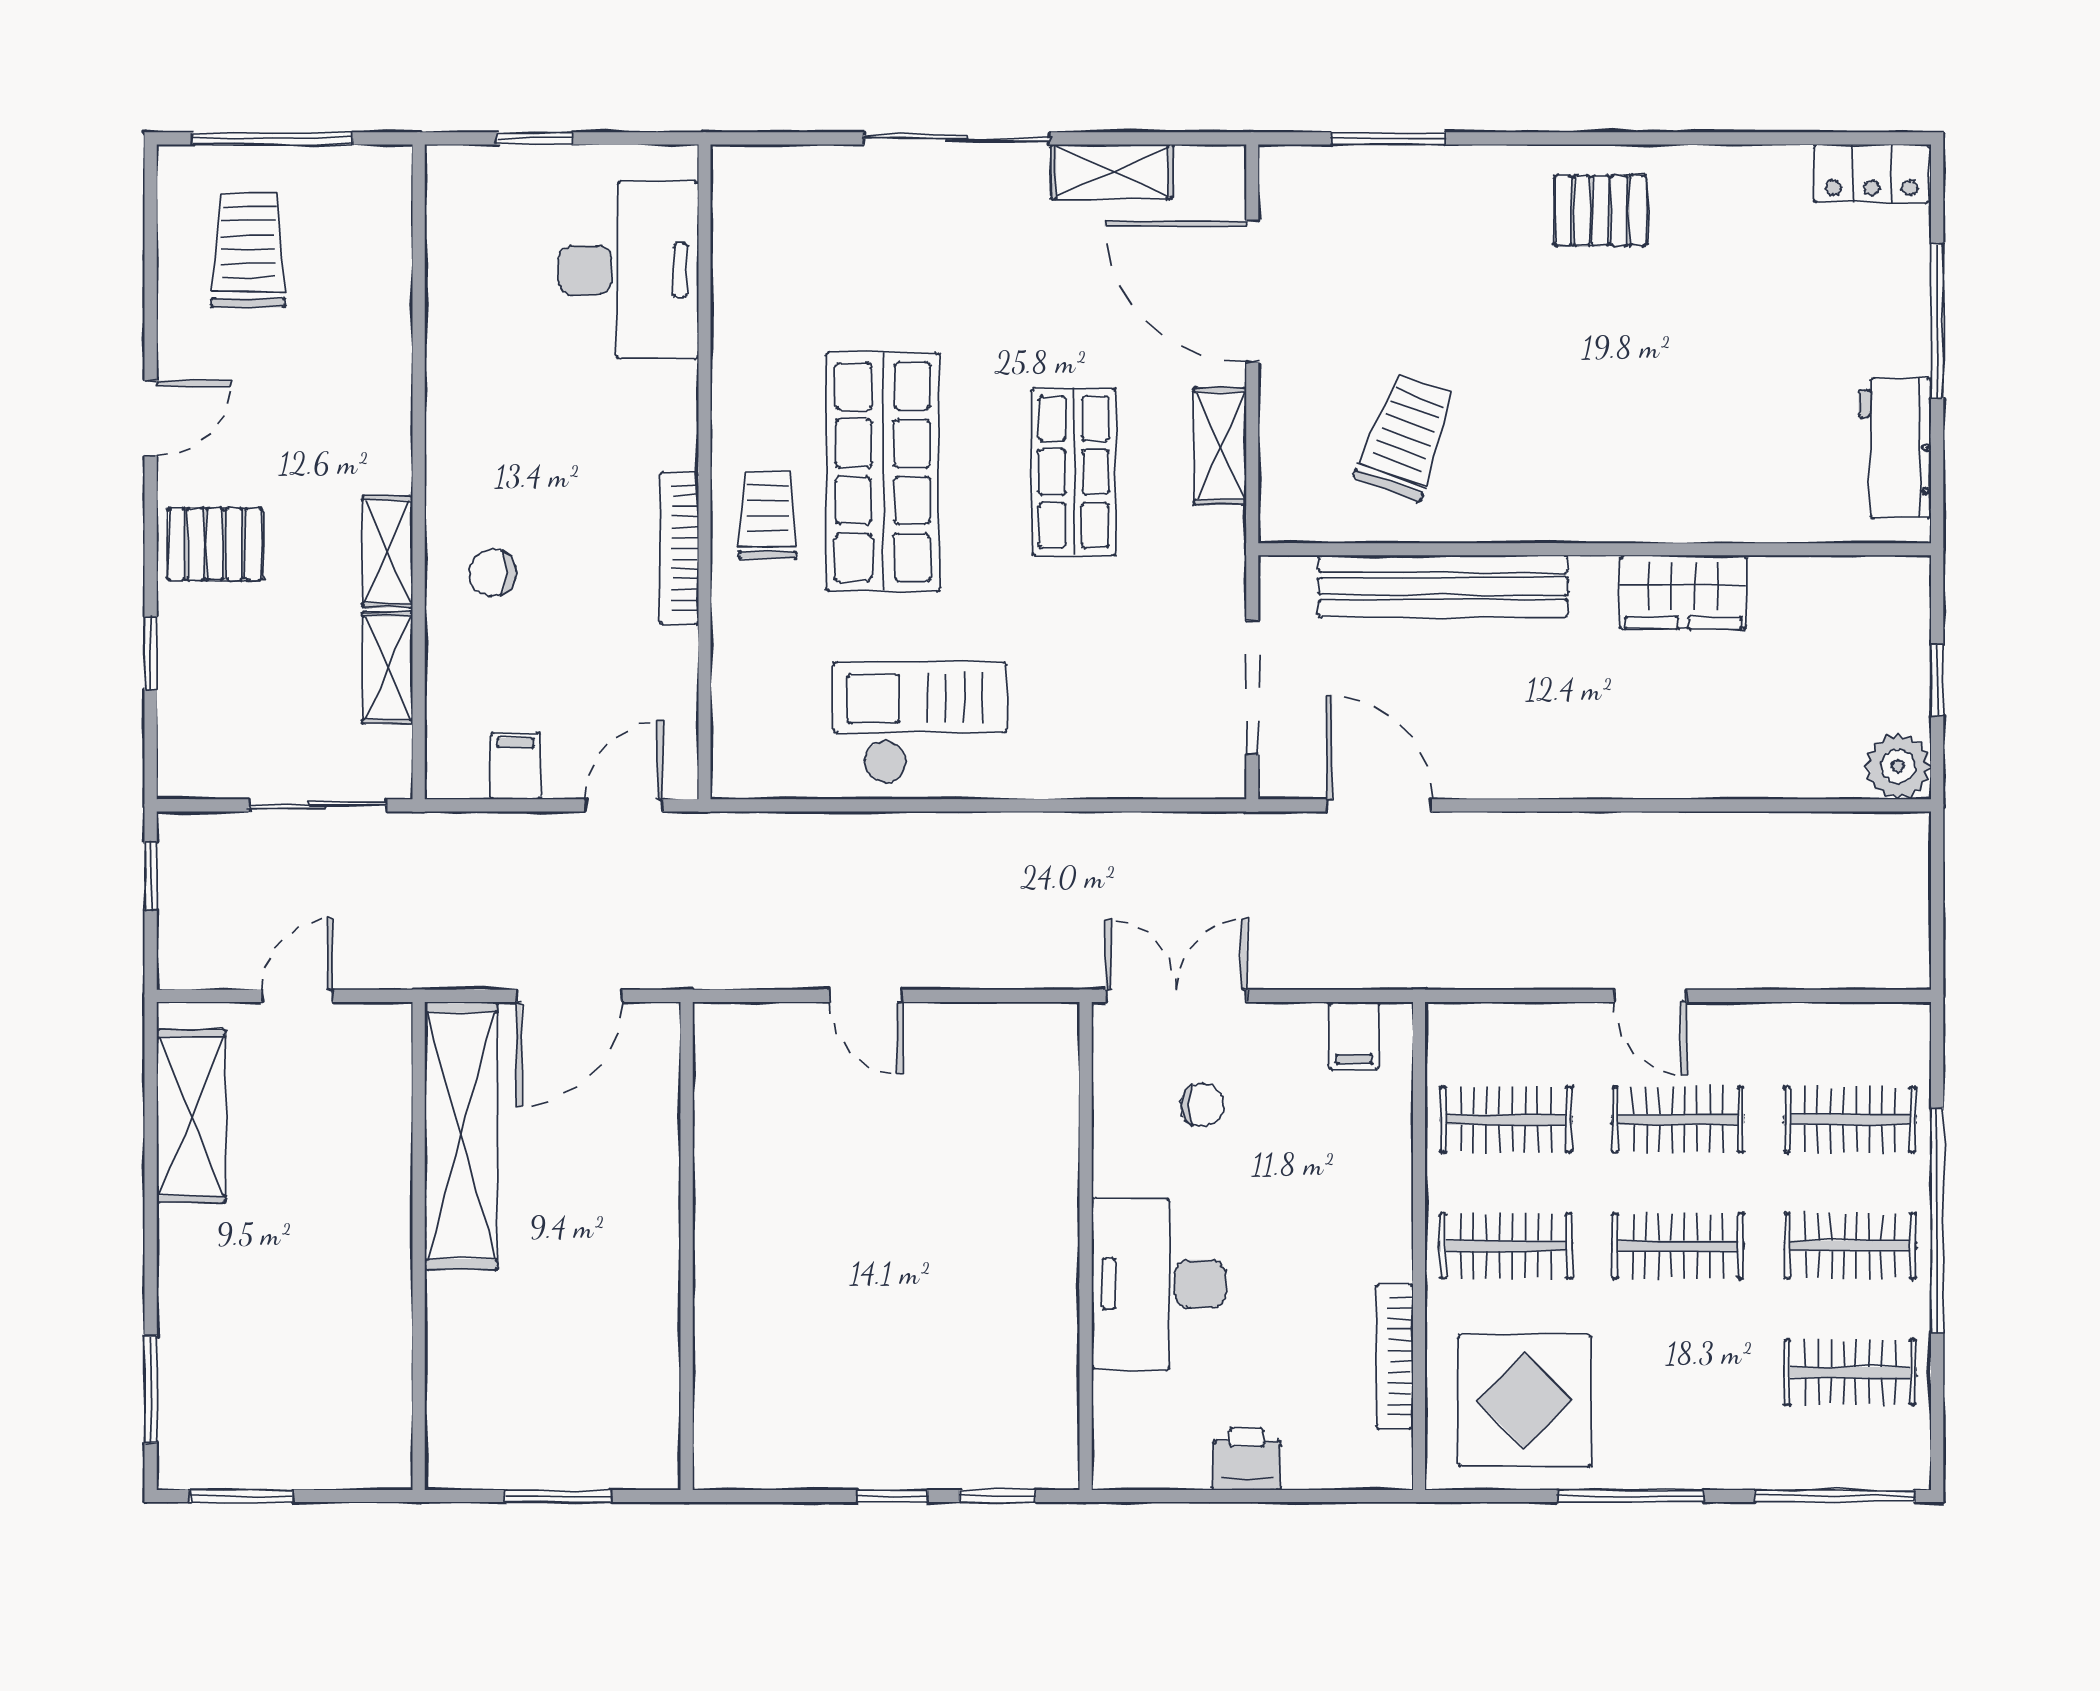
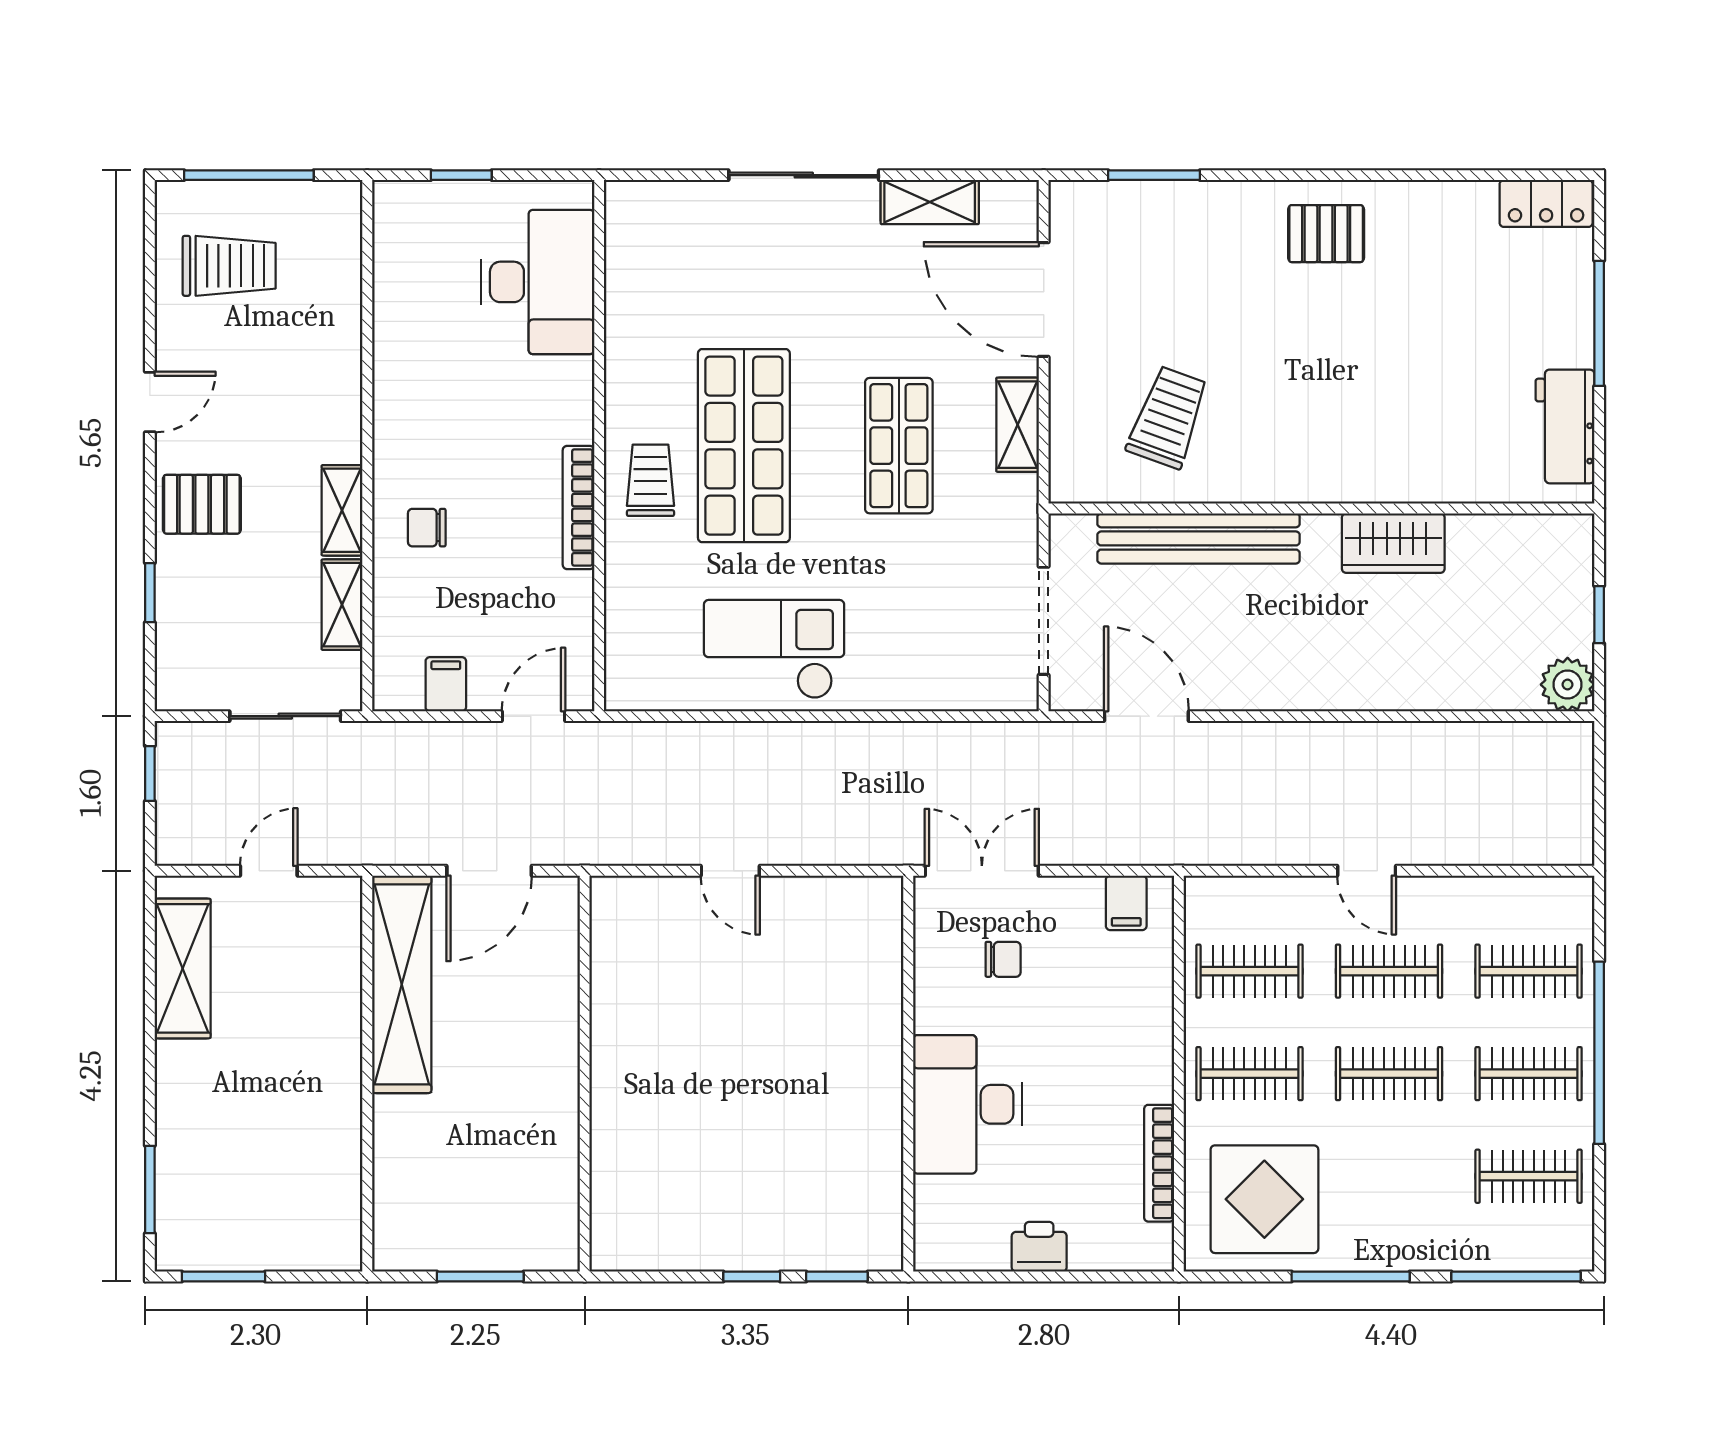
trolley: (248, 250) -> (229, 266), turned 90

